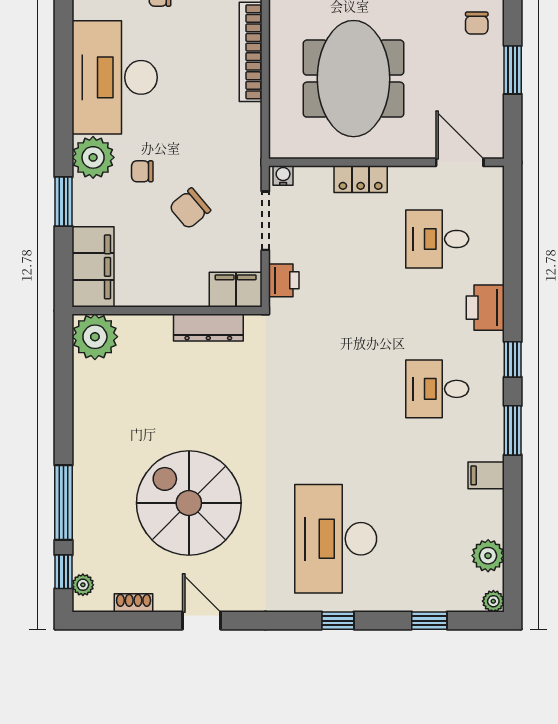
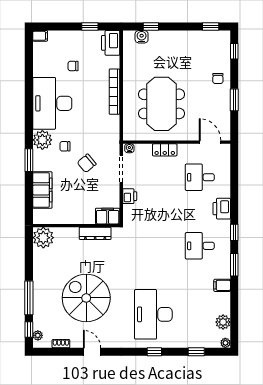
filing cabinet: (236, 290) -> (108, 216), moved
wall: (167, 311) -> (76, 226), moved
dresser: (208, 327) -> (95, 233), moved
plant: (95, 337) -> (43, 238), moved

